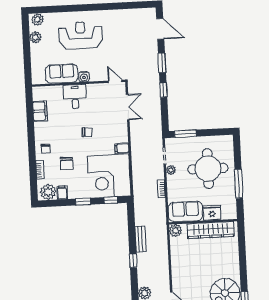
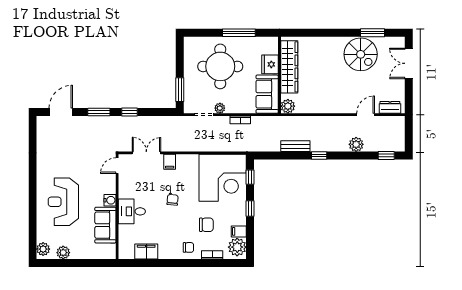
filing cabinet: (122, 148) -> (170, 162), moved

